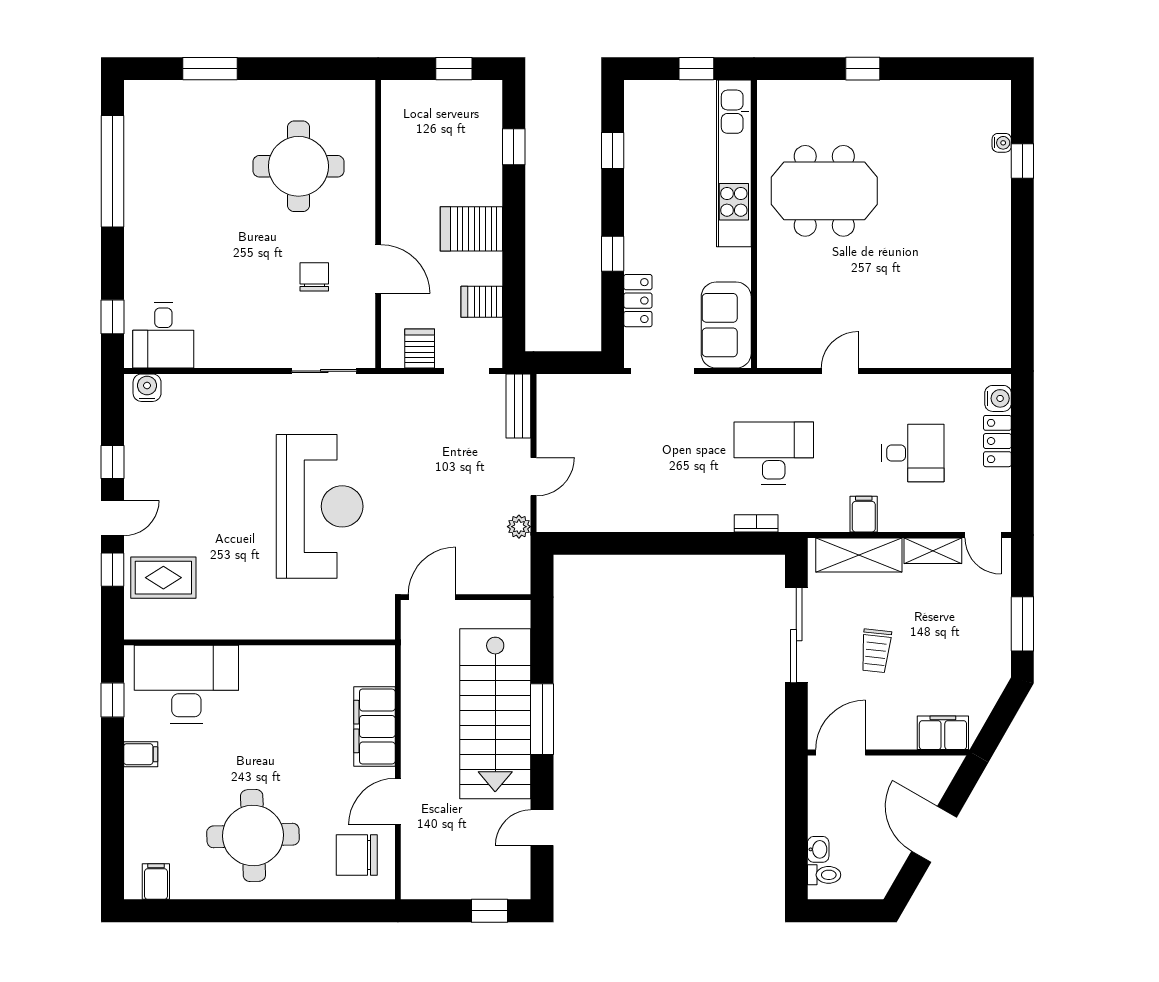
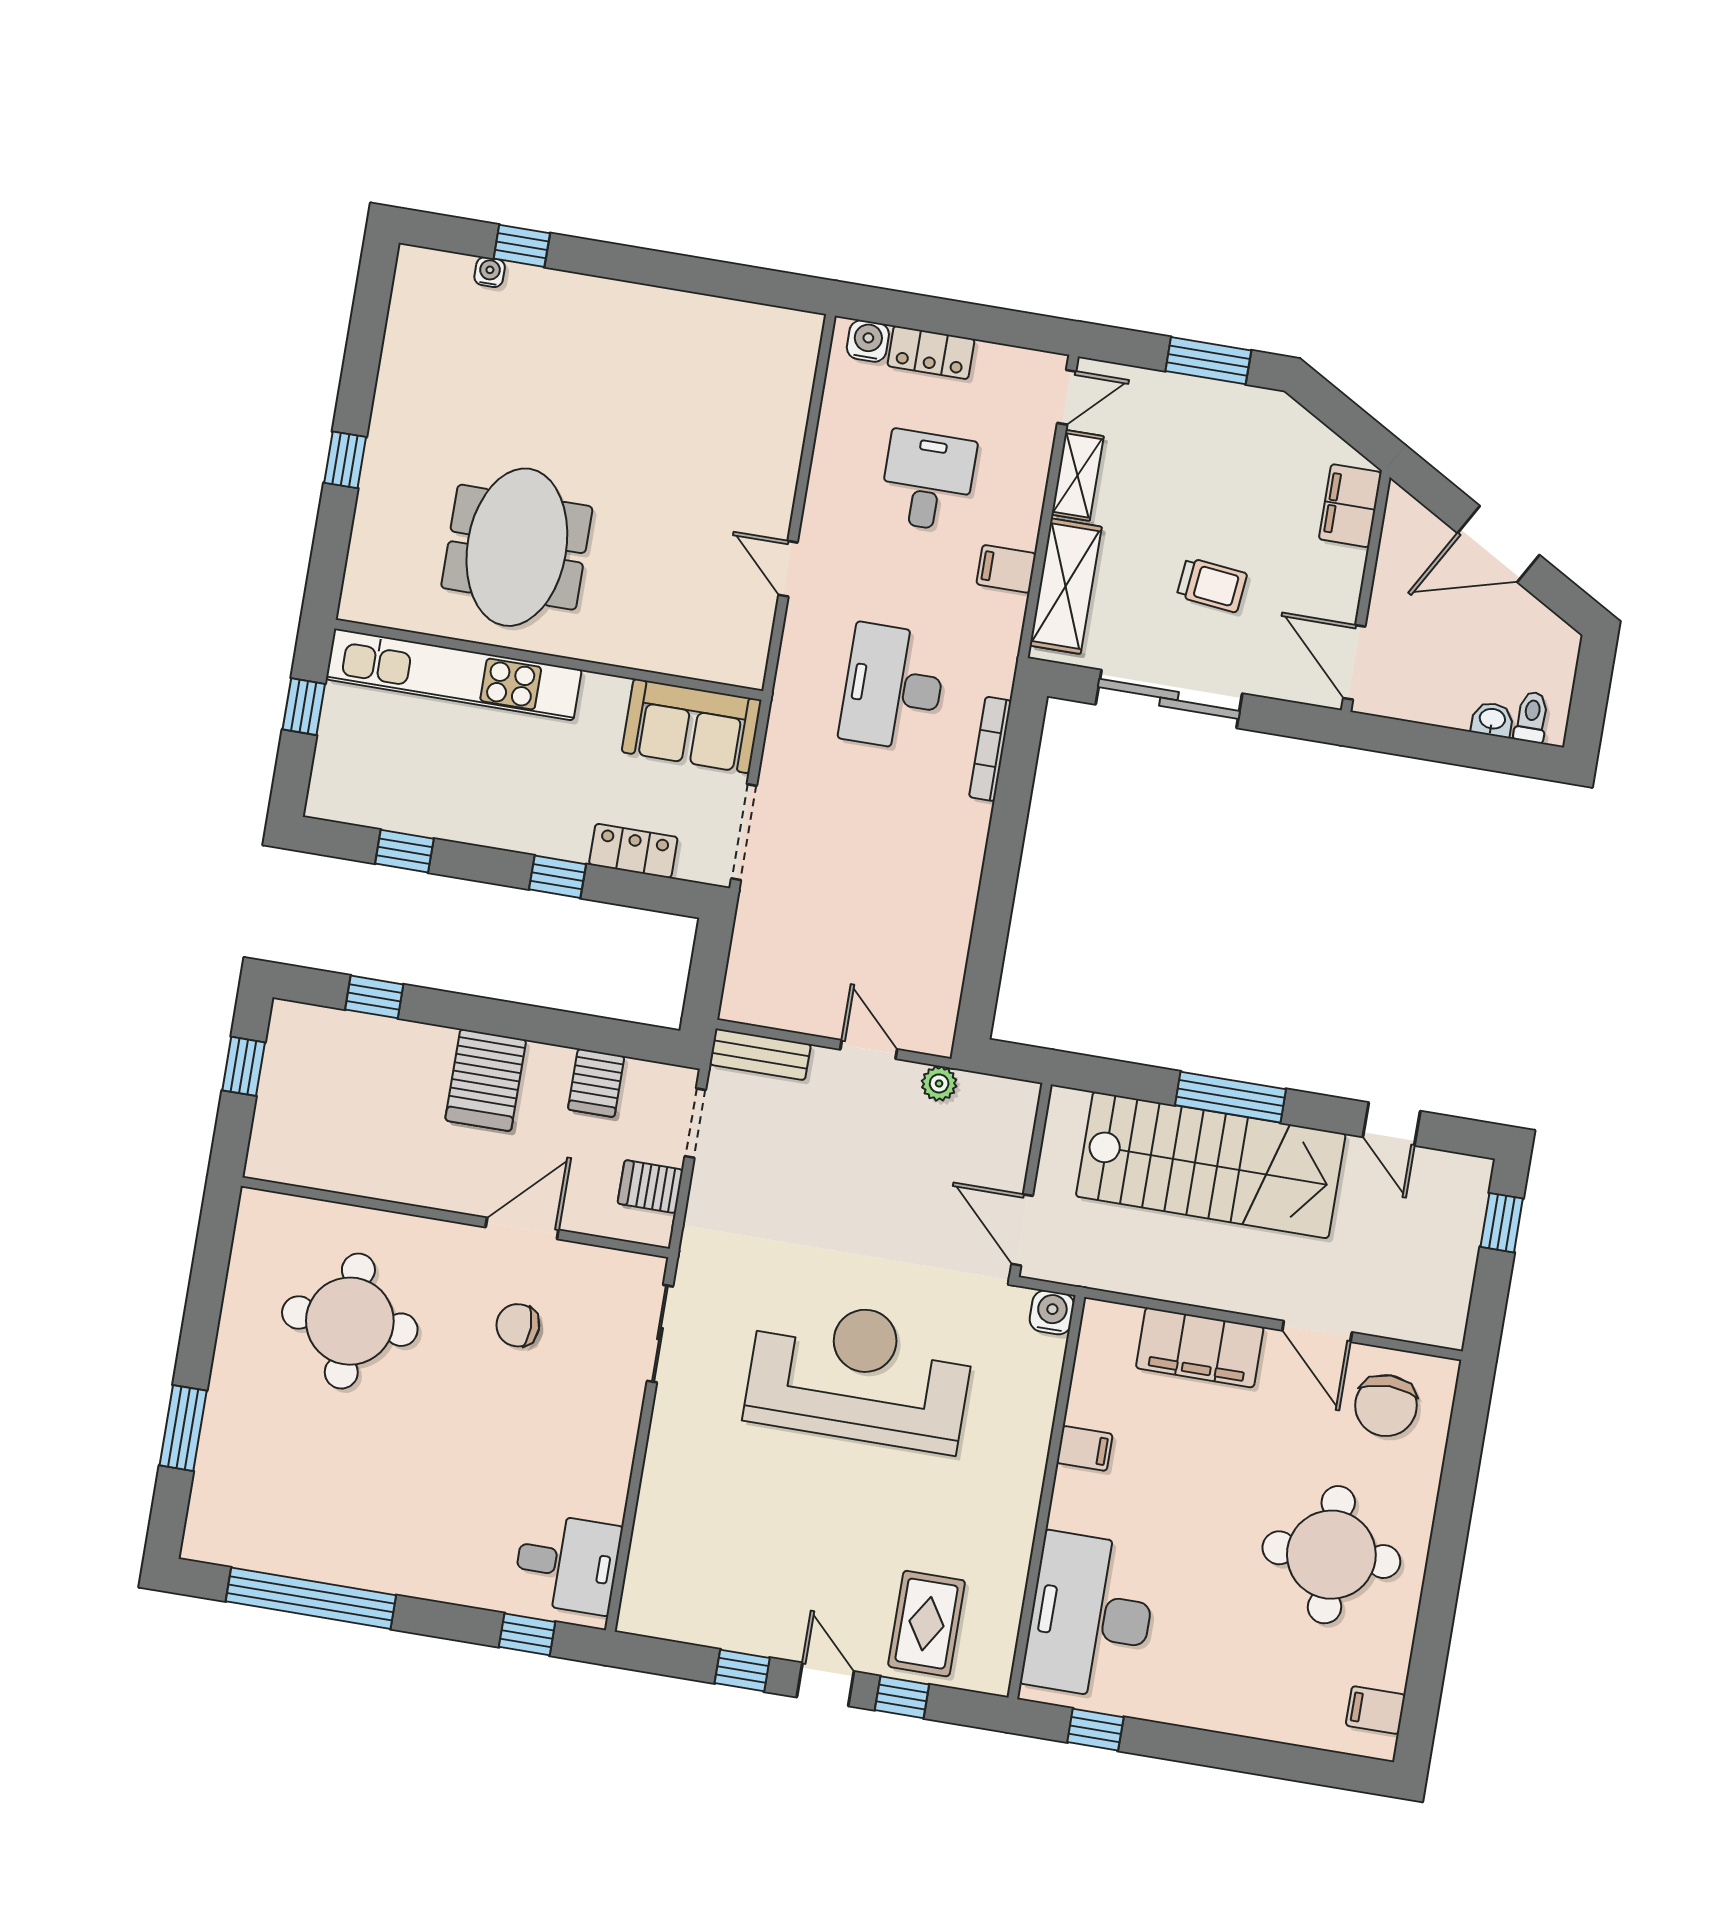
water cooler: (147, 388) -> (1052, 1312), moved, turned 90
bookcase: (756, 523) -> (990, 749), width x1.56
filing cabinet: (141, 754) -> (1085, 1448), moved, turned 90

